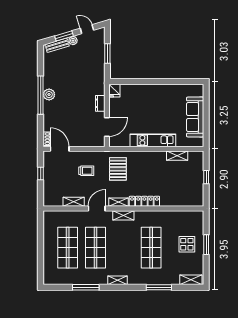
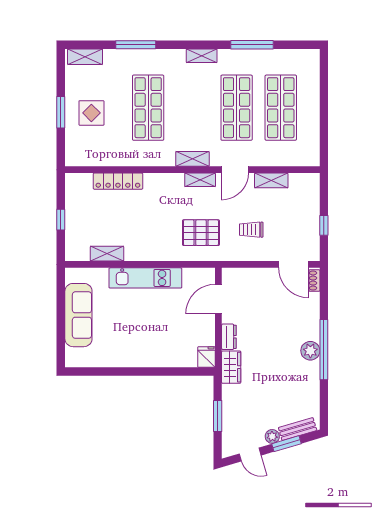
wardrobe: (99, 84) -> (231, 367), added
pallet: (118, 169) -> (201, 233), turned 90
locker: (144, 201) -> (118, 181), moved

